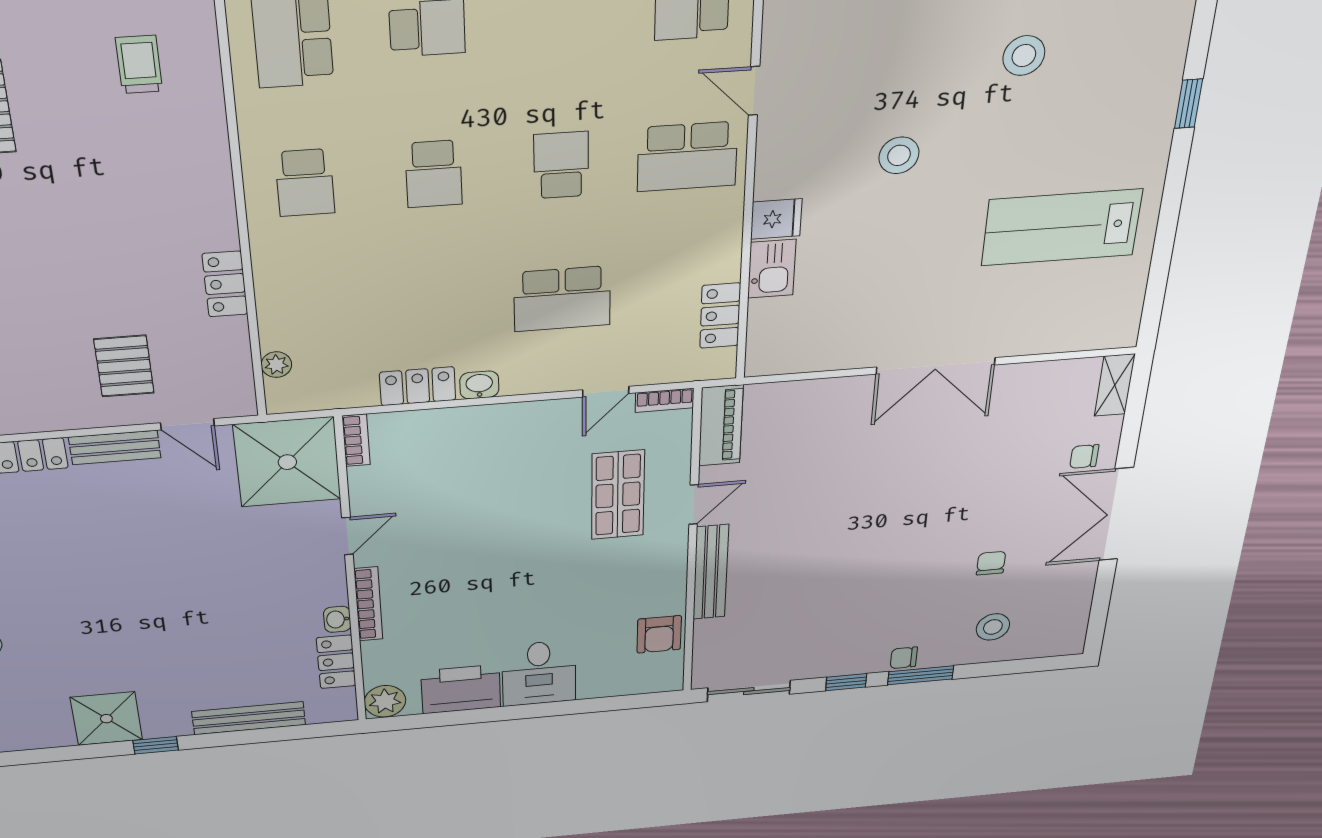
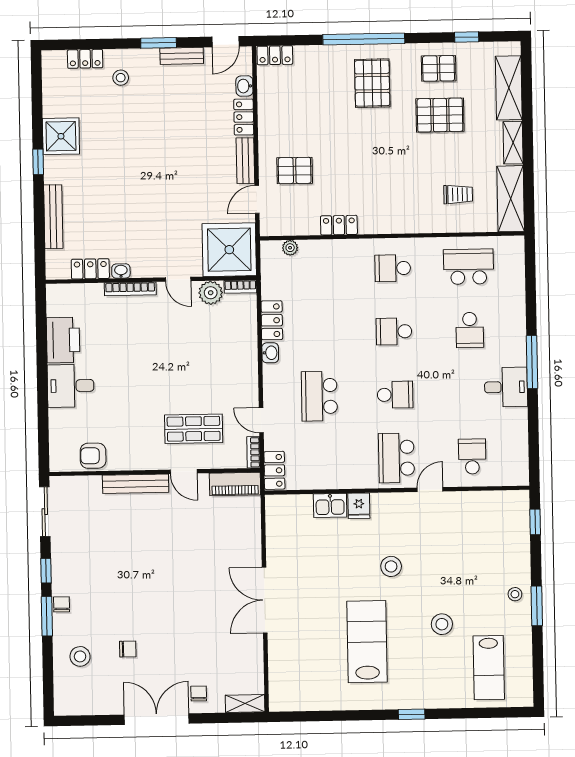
lab bench: (1062, 227) -> (367, 642), moved
locker: (720, 316) -> (274, 470), moved, turned 90
plant: (385, 701) -> (211, 293), moved

